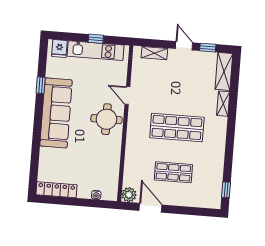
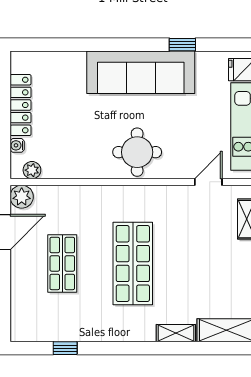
door: (127, 95) -> (208, 182), moved
plant: (113, 187) -> (32, 170), added
locker: (56, 190) -> (20, 105), moved
window: (226, 190) -> (65, 348), moved

